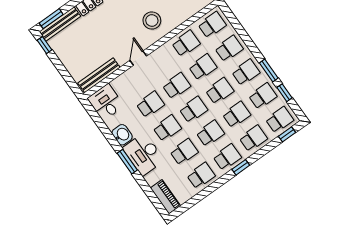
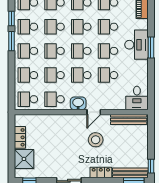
stool: (152, 20) -> (96, 140), moved
washbasin: (122, 135) -> (78, 103), moved, turned 90

